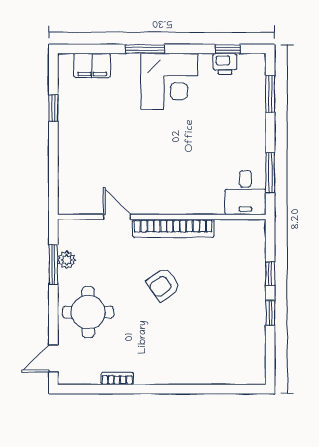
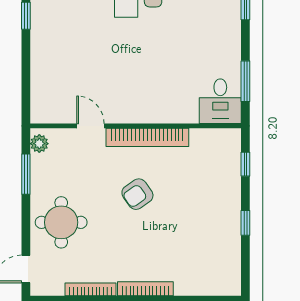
plant: (67, 260) -> (39, 144), moved
window: (270, 273) -> (245, 164), moved
bookcase: (117, 378) -> (90, 289), width x1.56
bookcase: (171, 378) -> (145, 289), added

